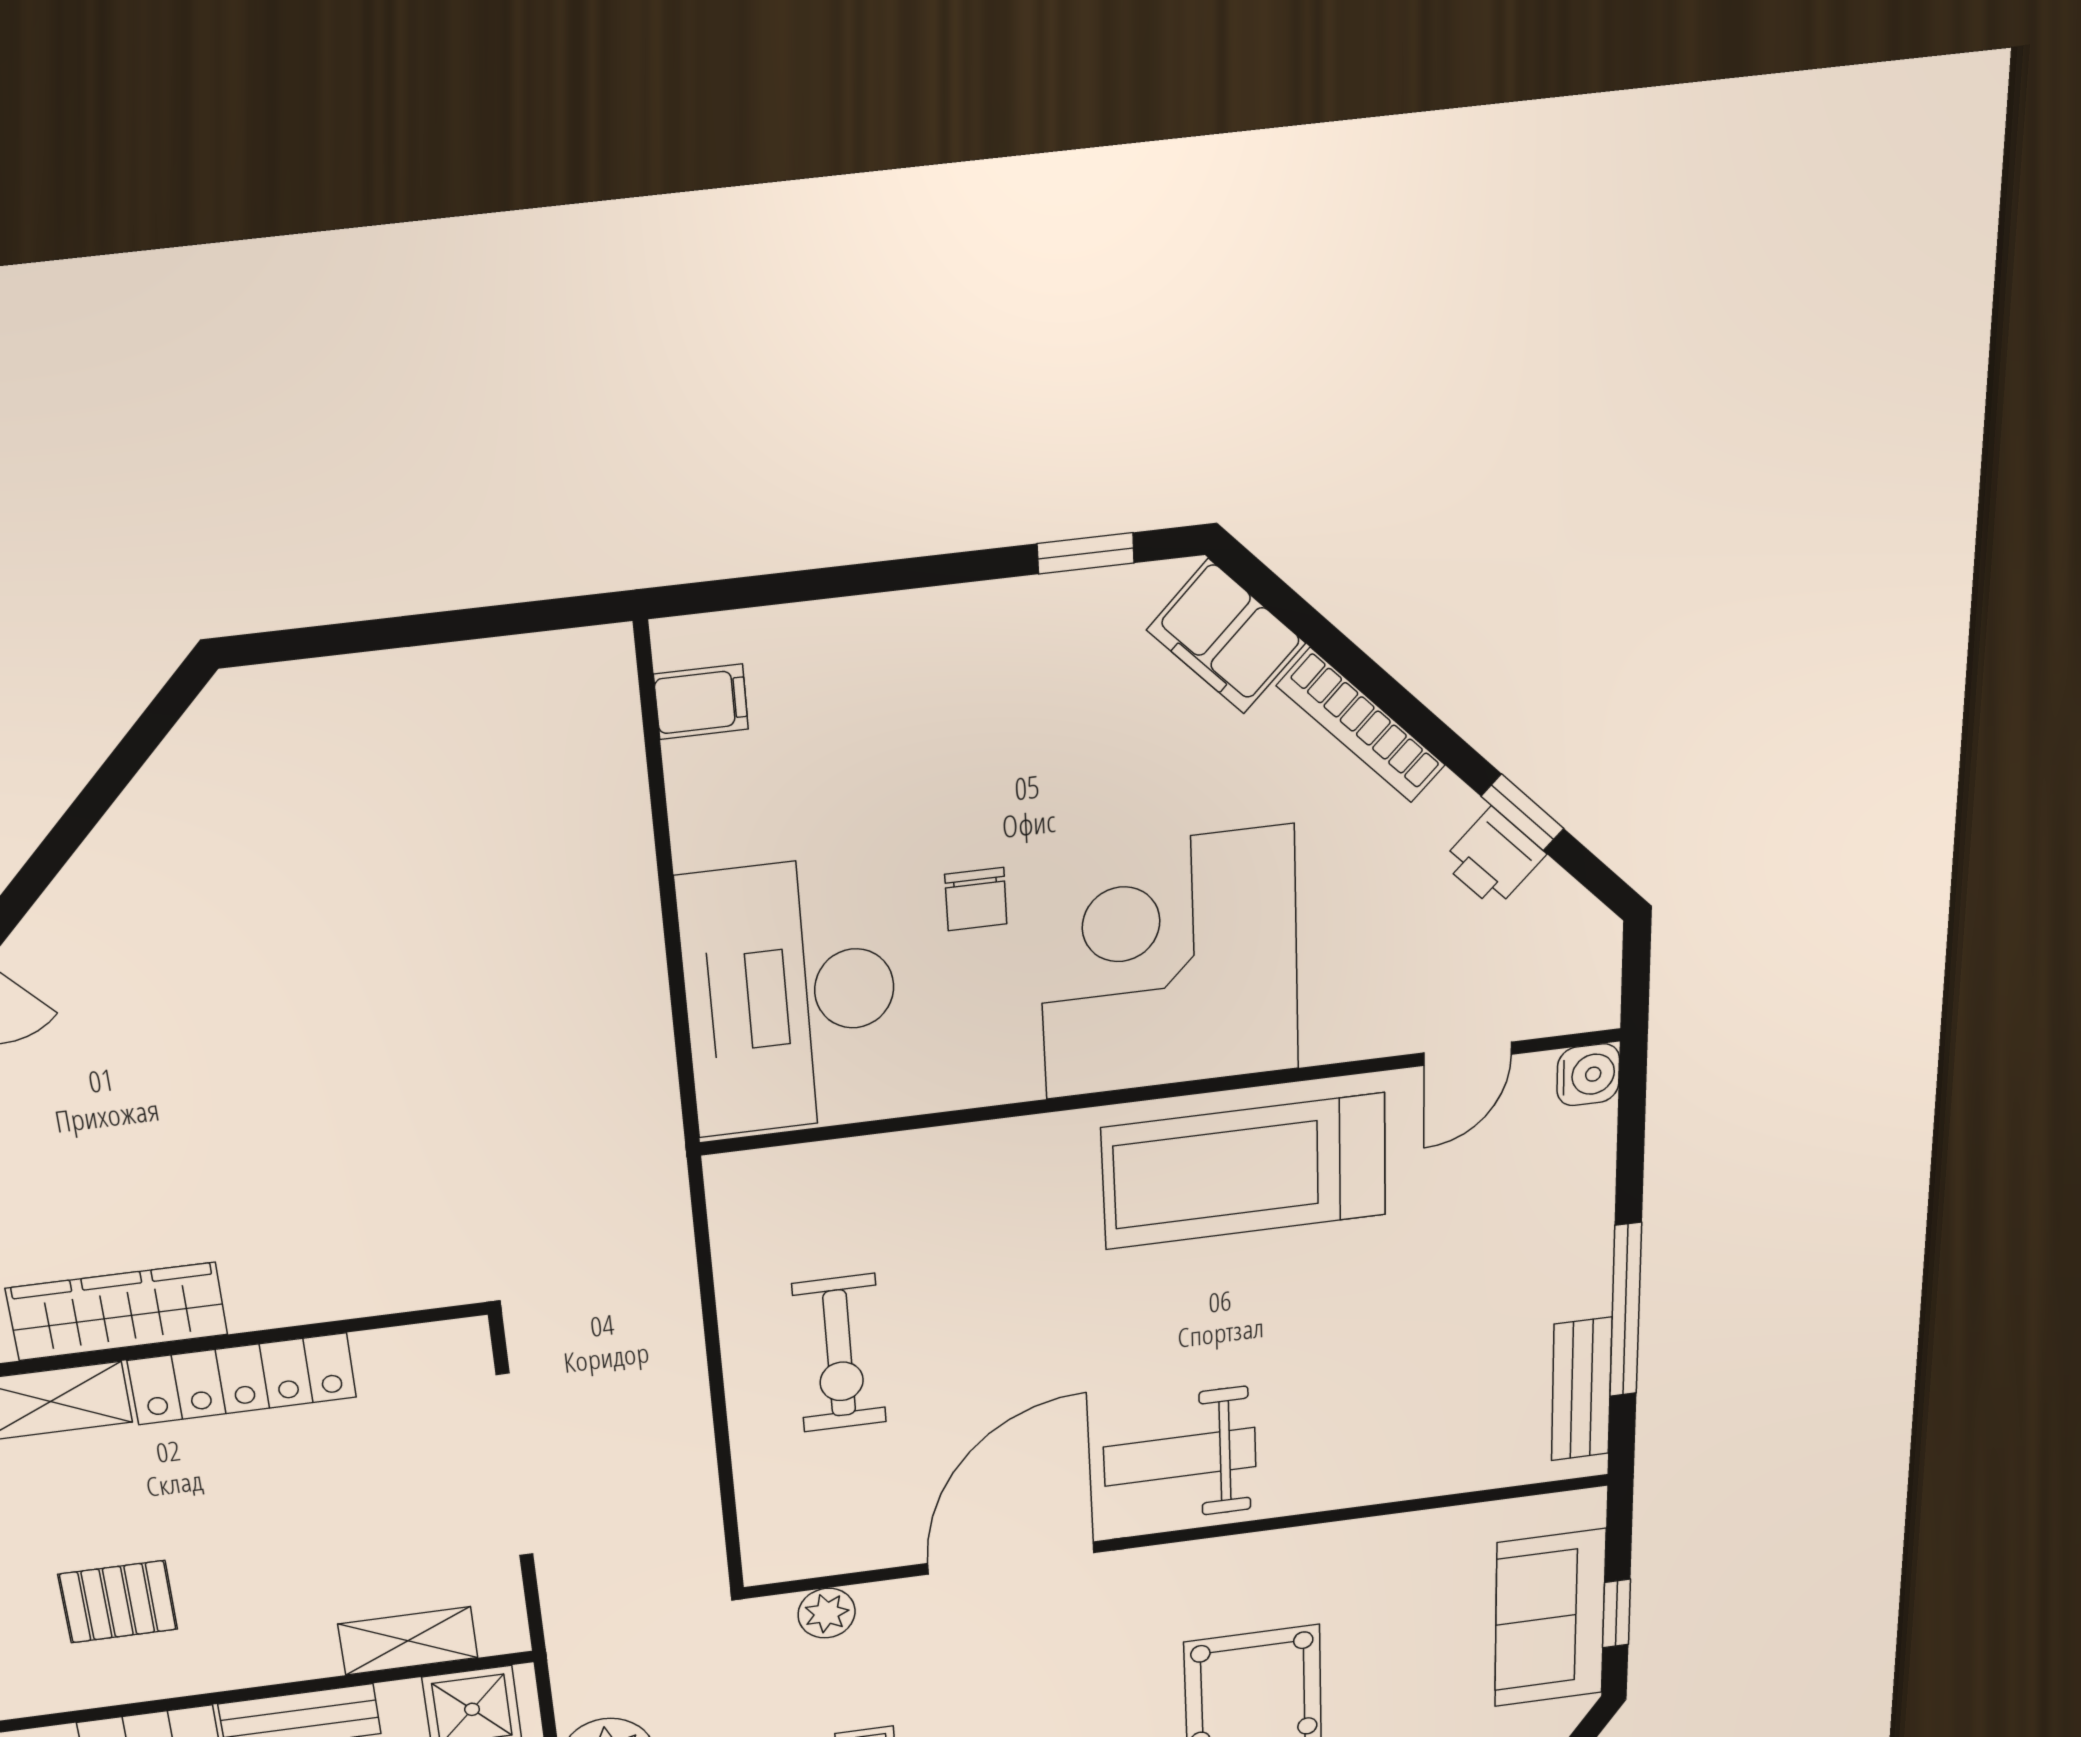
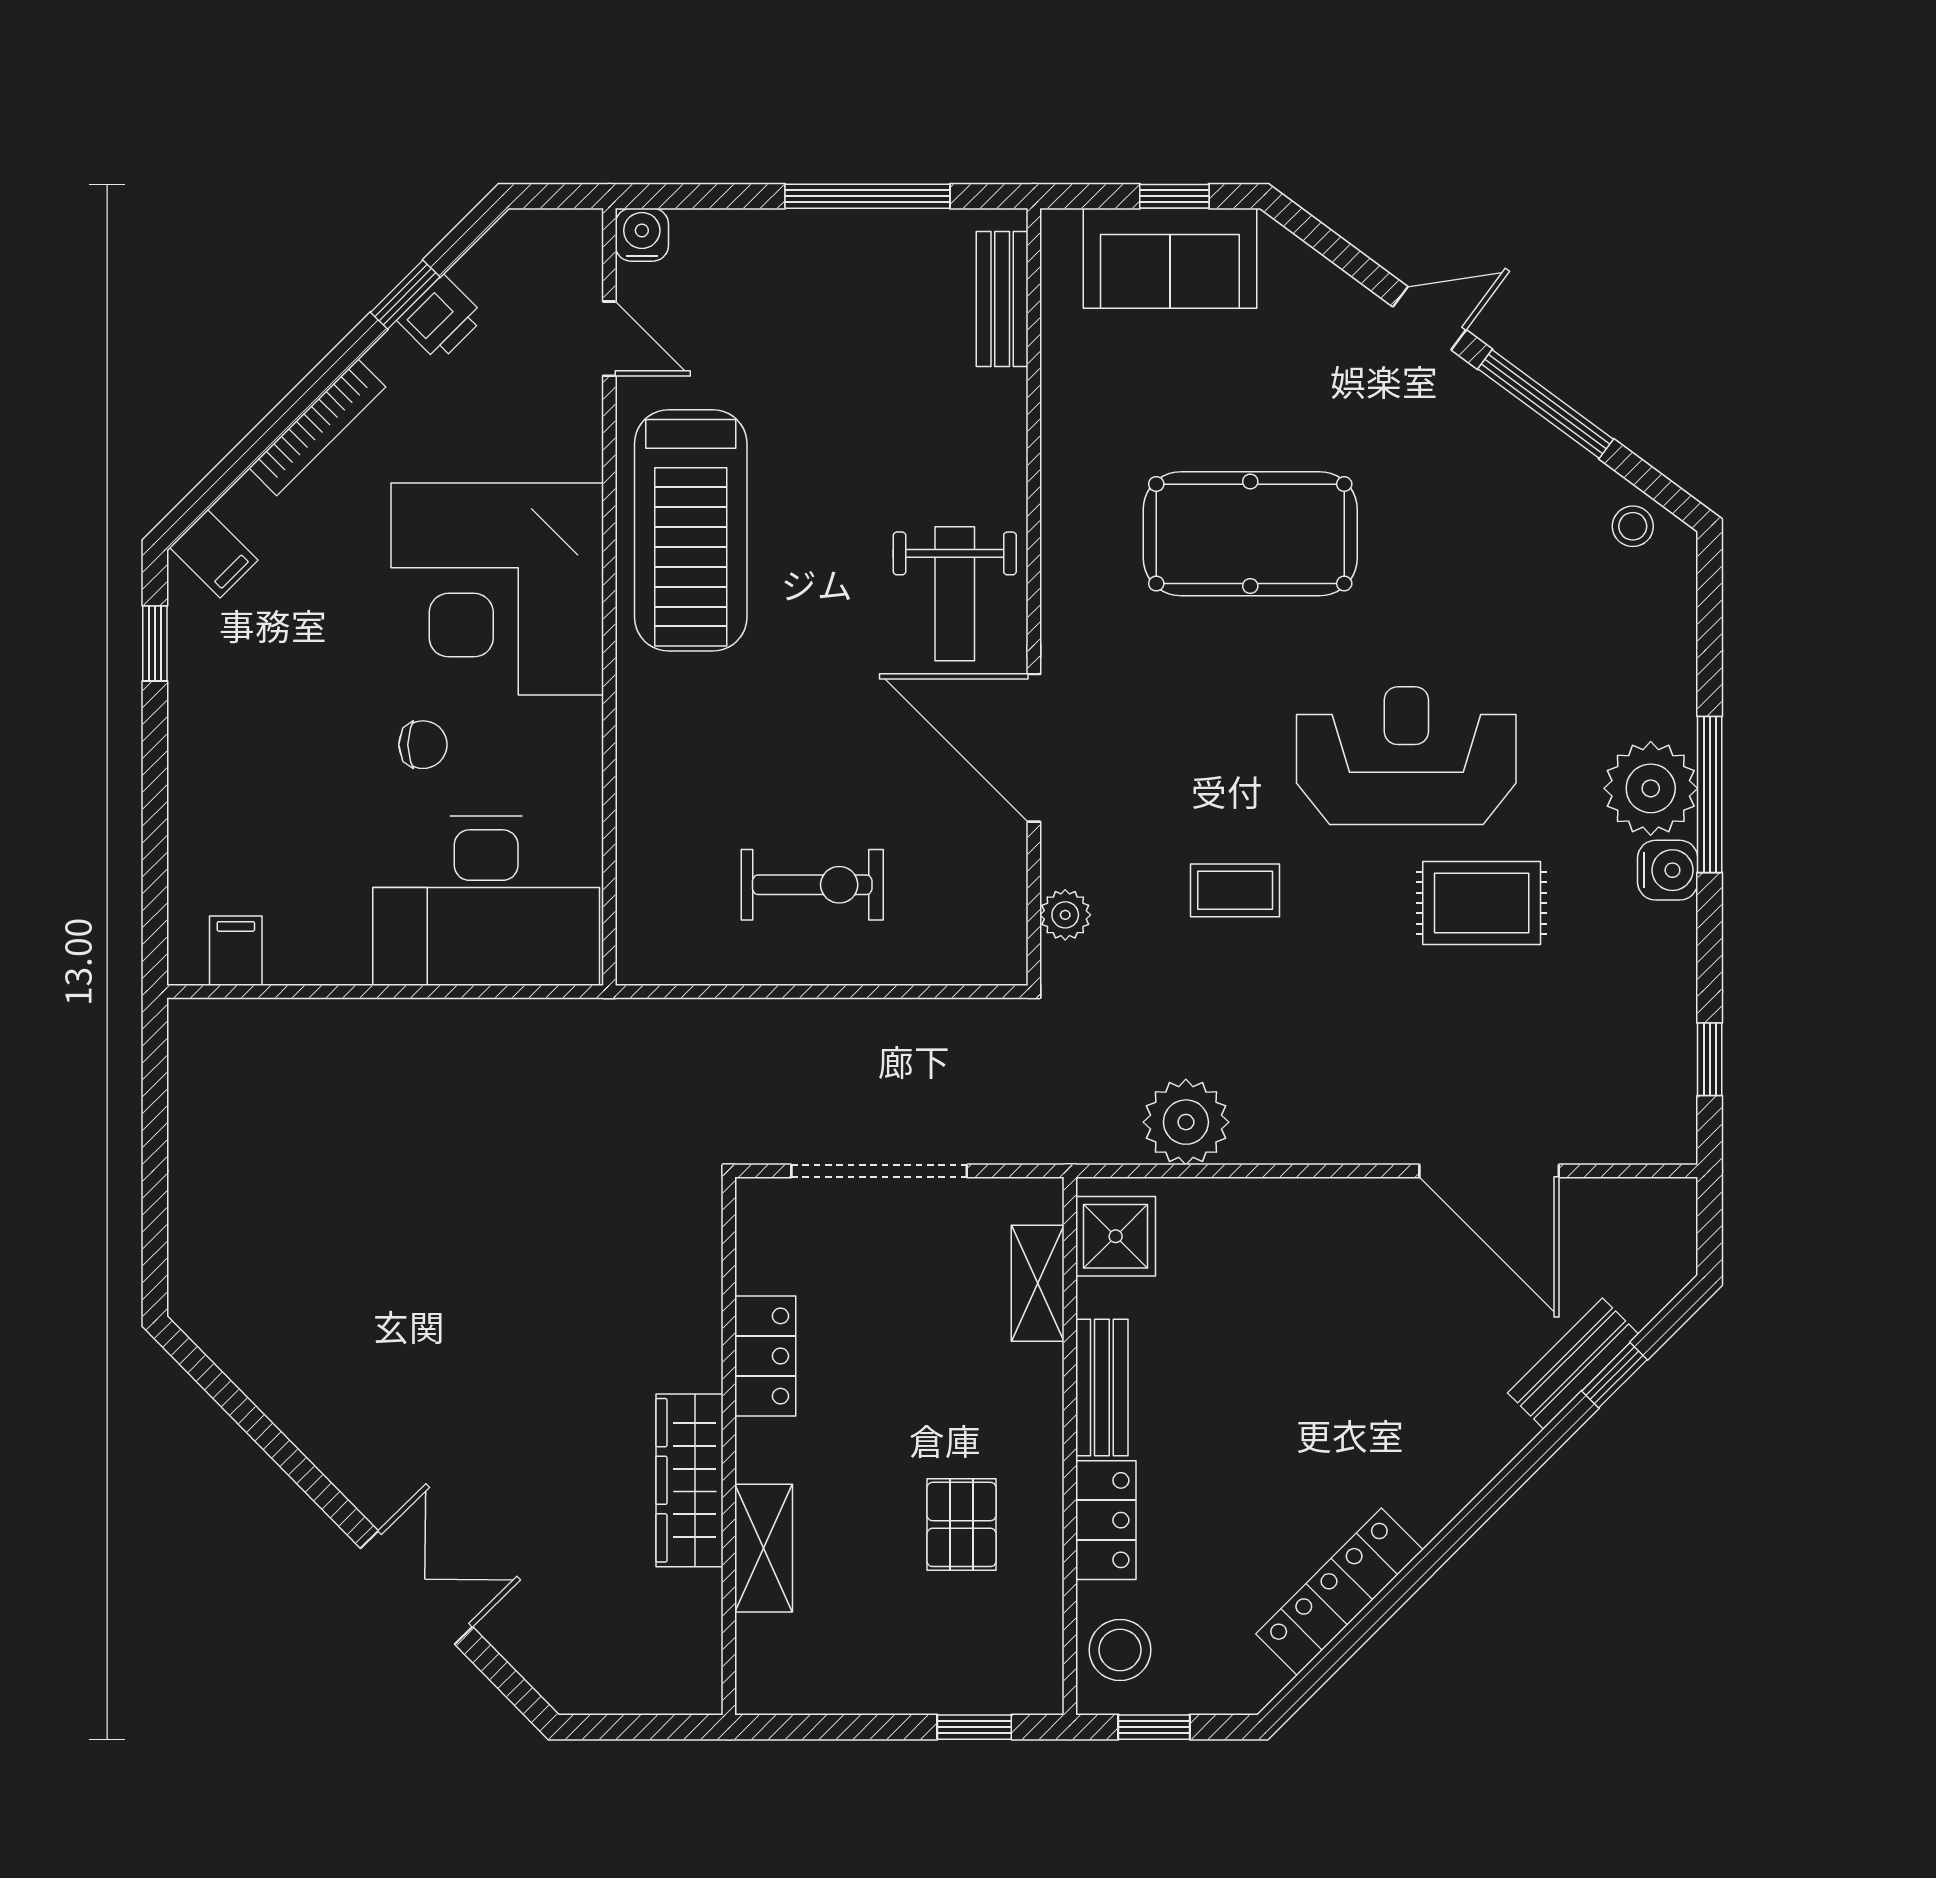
filing cabinet: (1226, 636) -> (214, 554), width x0.50
locker: (242, 1379) -> (765, 1356), width x0.66
bench: (1582, 1389) -> (1002, 299), moved, turned 90

